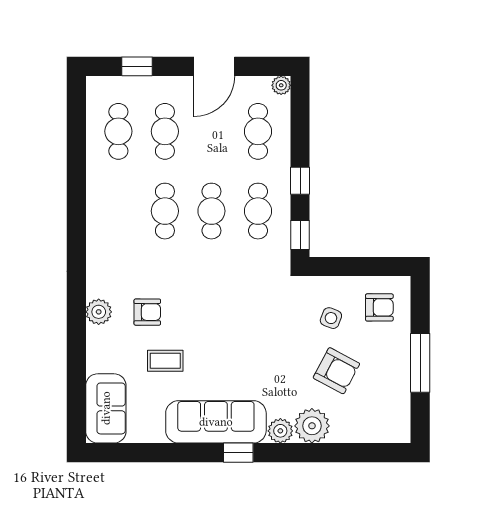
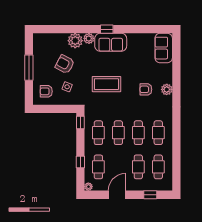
window: (300, 181) -> (80, 162), moved
cafe table: (118, 211) -> (158, 133), added
coffee table: (165, 361) -> (106, 84), moved, width x1.86, depth x1.72
sofa: (216, 422) -> (111, 42), width x0.73

